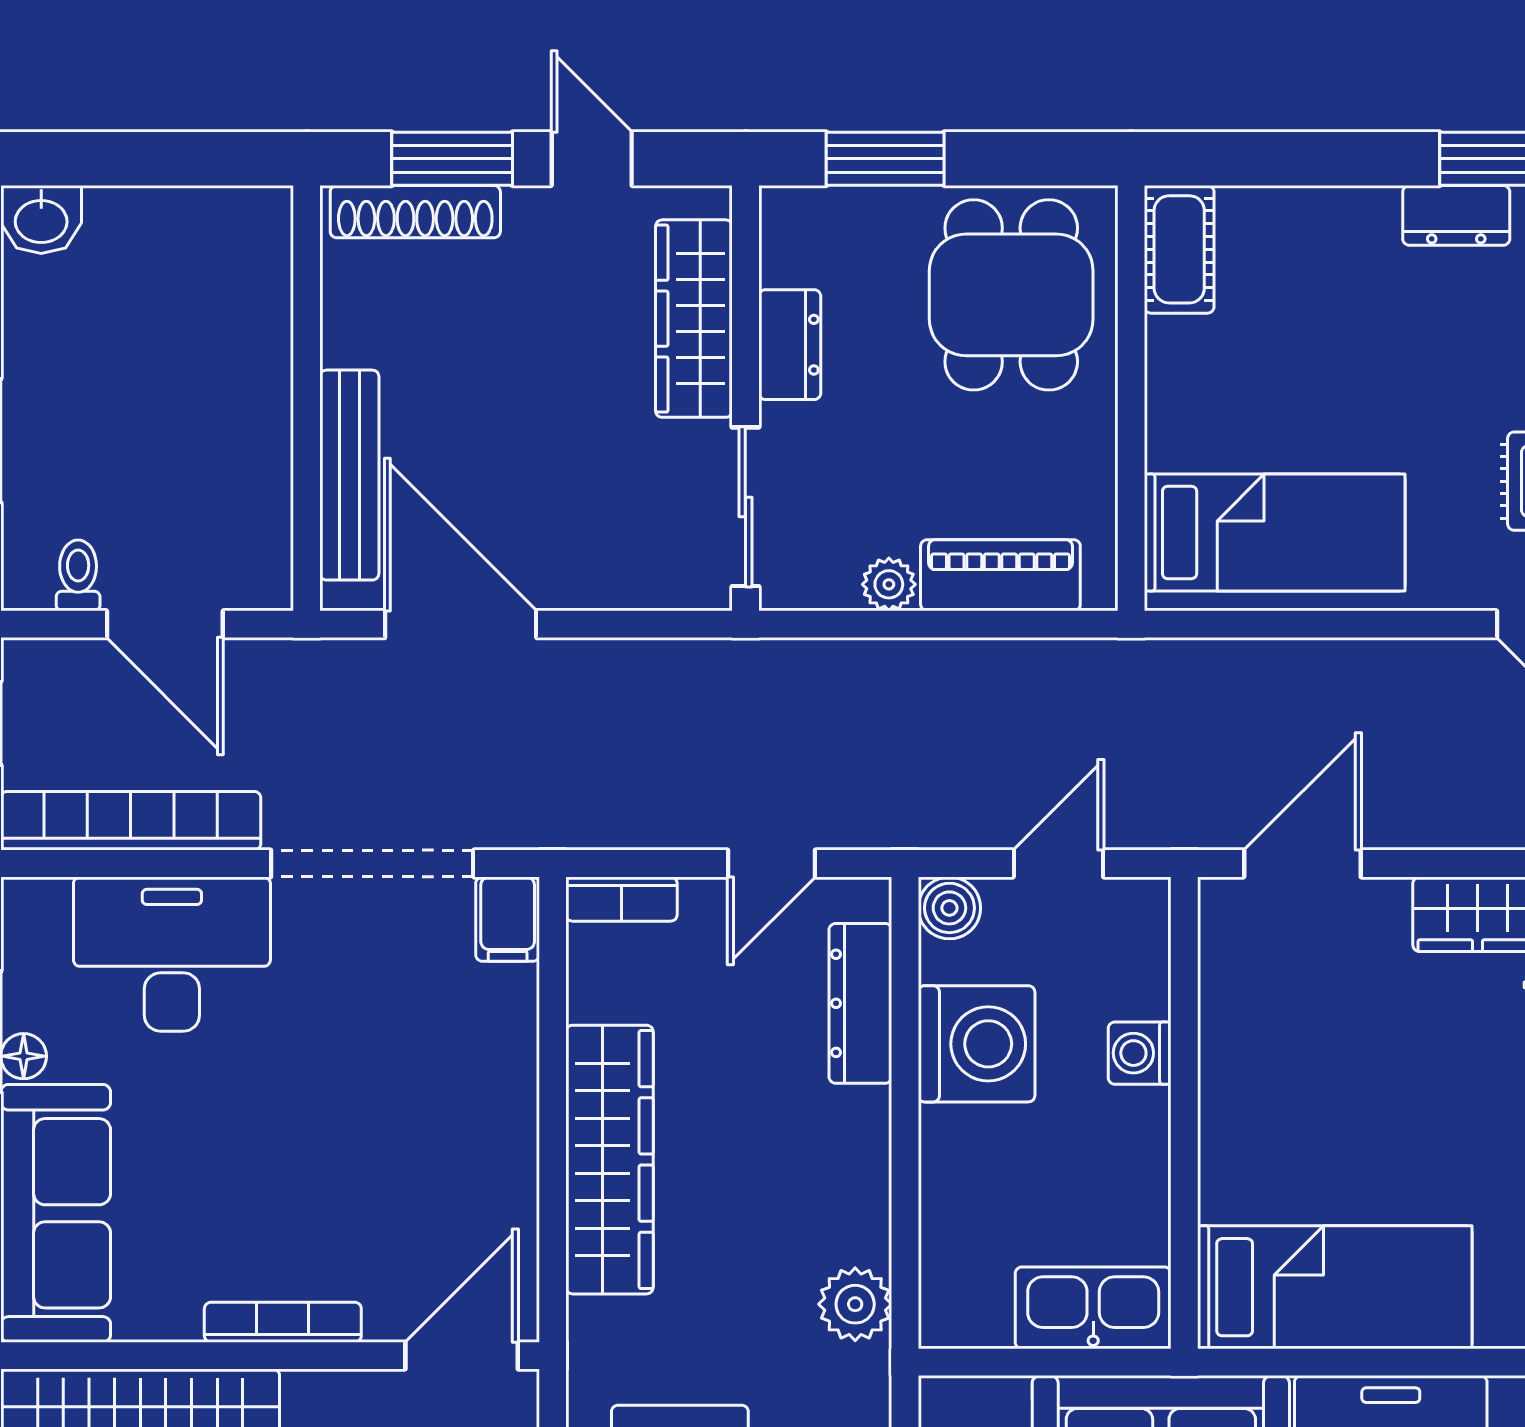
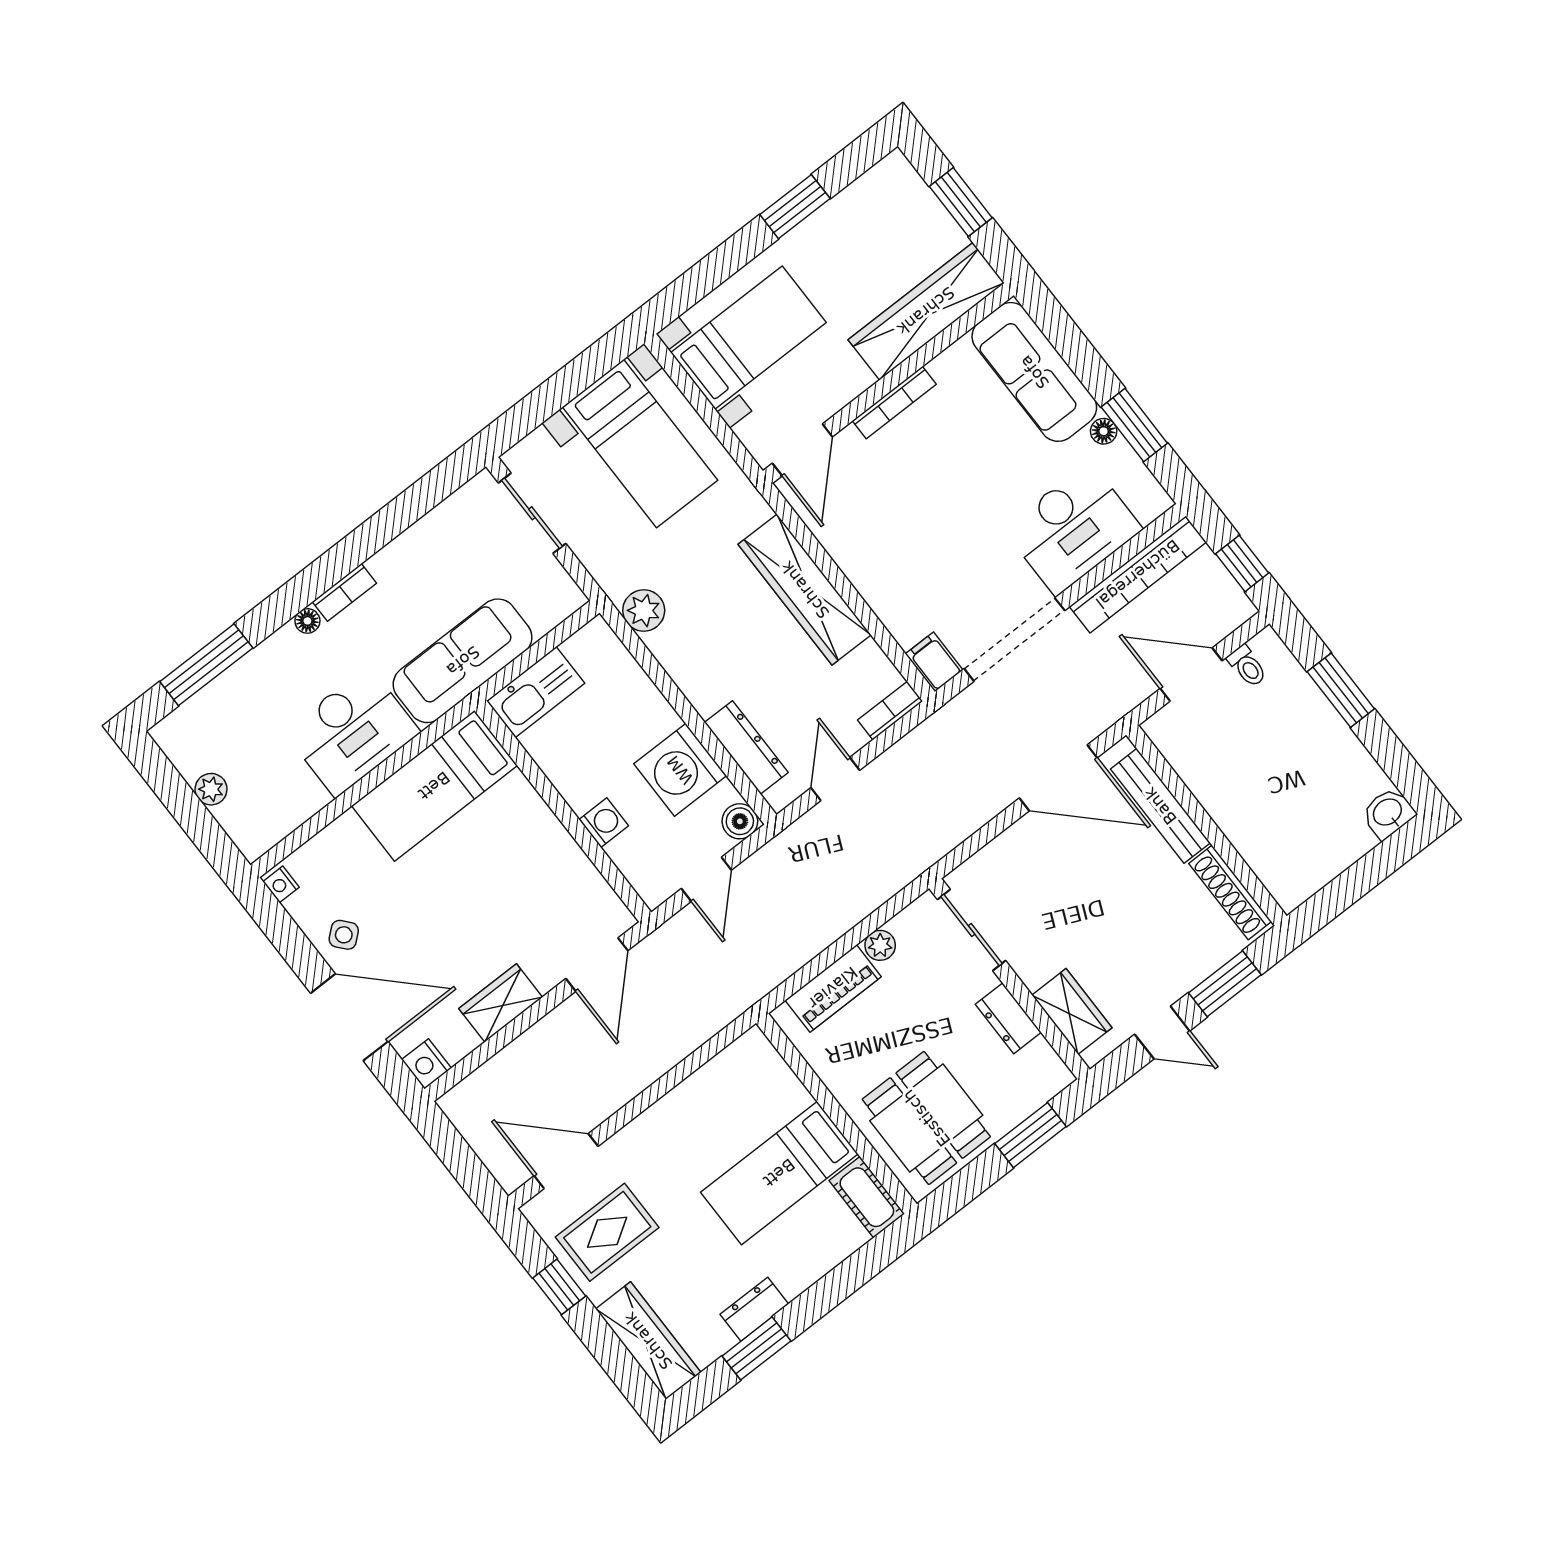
shoe rack: (415, 212) -> (1230, 893), moved, turned -90
wardrobe: (694, 319) -> (1072, 1011), width x0.67
bed: (1275, 532) -> (779, 1173), moved

